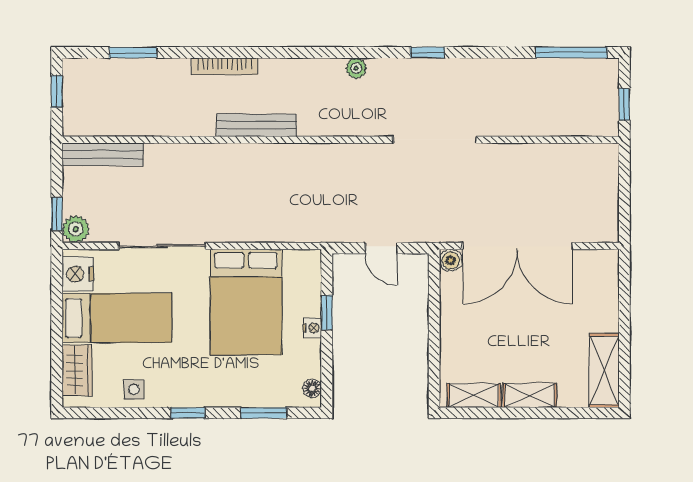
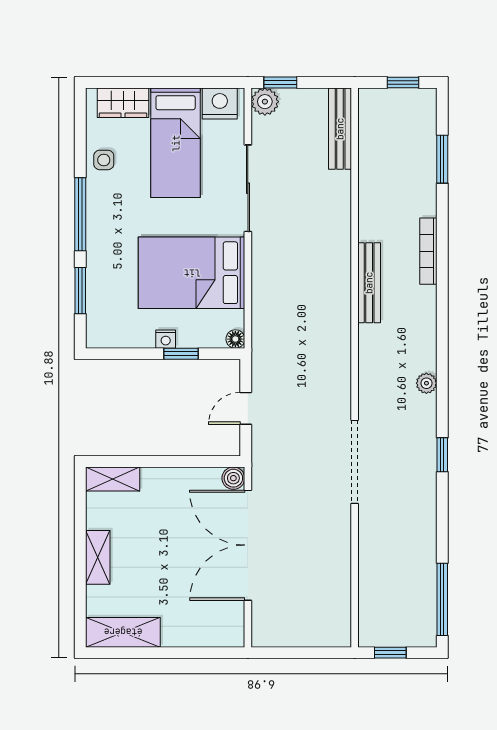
floor lamp: (312, 388) -> (235, 339), moved
shelving: (474, 396) -> (113, 479), moved, turned 90
window: (188, 413) -> (80, 214), width x2.17

